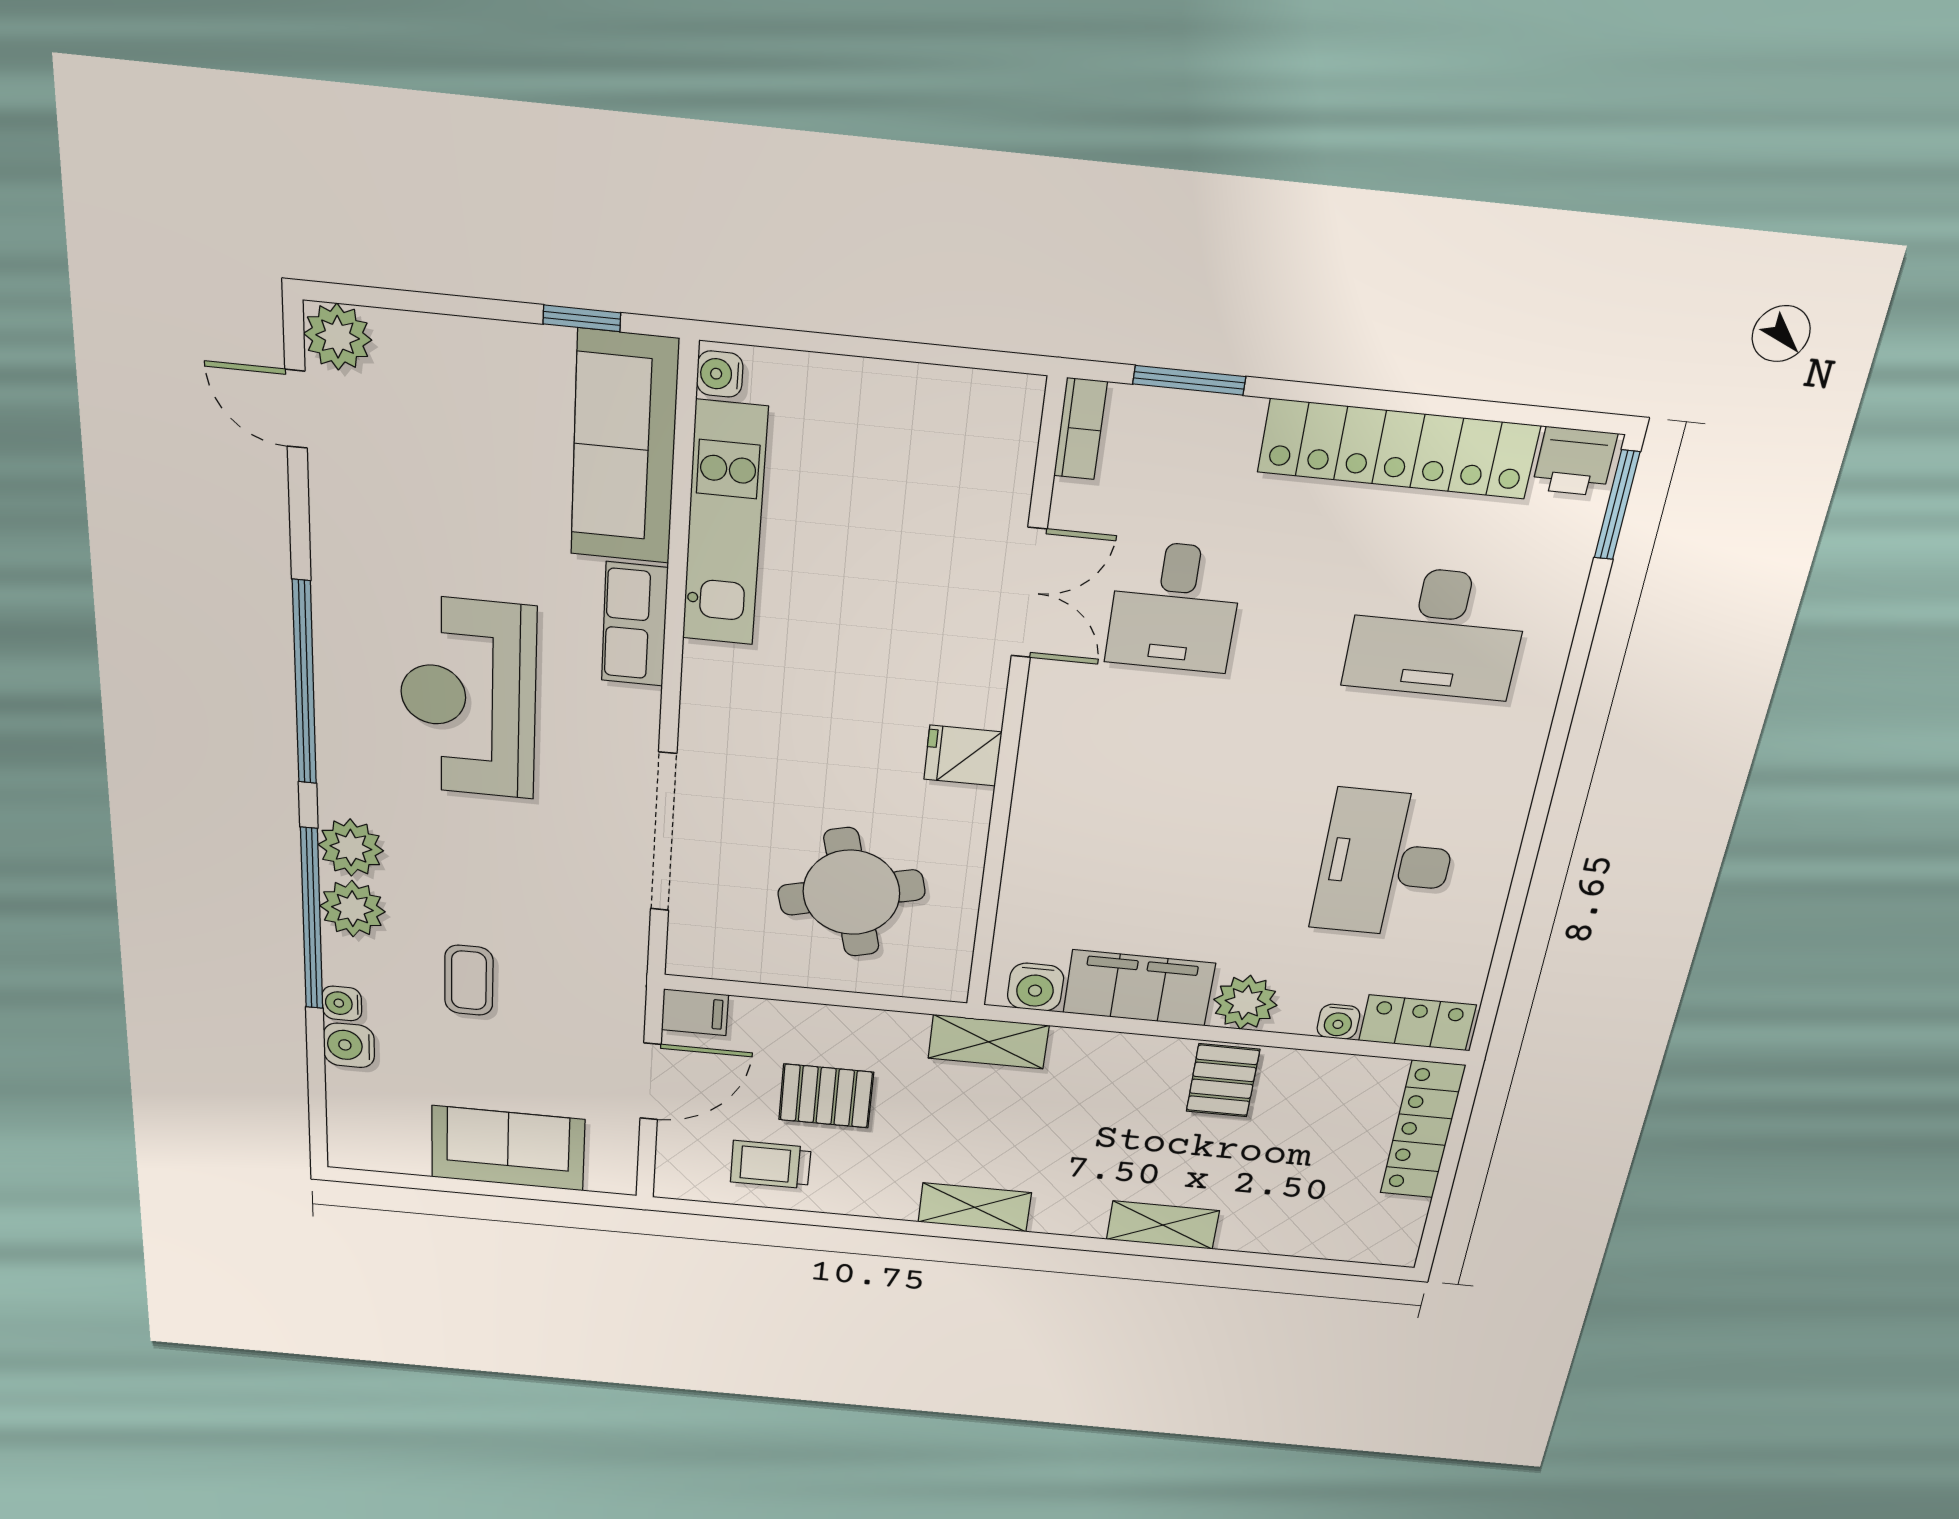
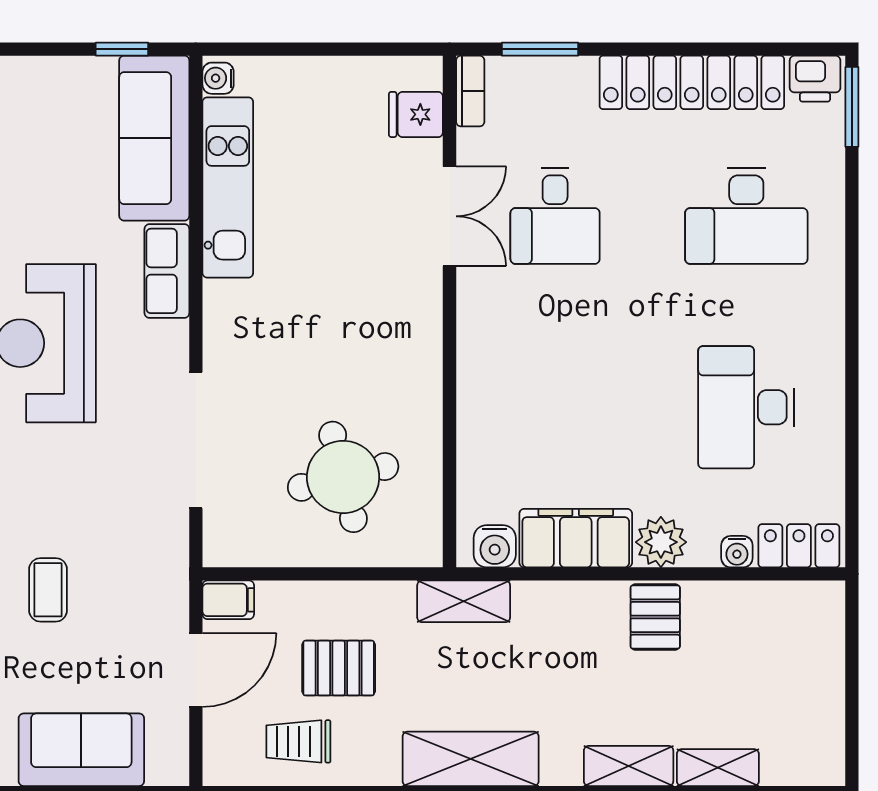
fridge: (963, 756) -> (416, 114), moved
locker: (1422, 1130) -> (824, 646), removed
shelving: (975, 1207) -> (471, 759), width x1.50, depth x1.33
shelving: (1268, 1236) -> (718, 768), added

